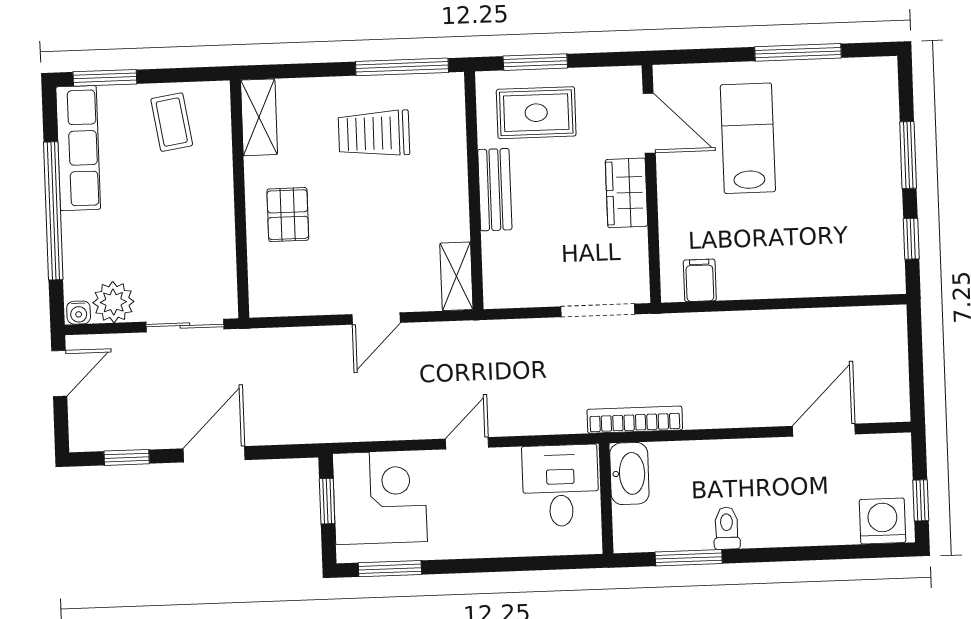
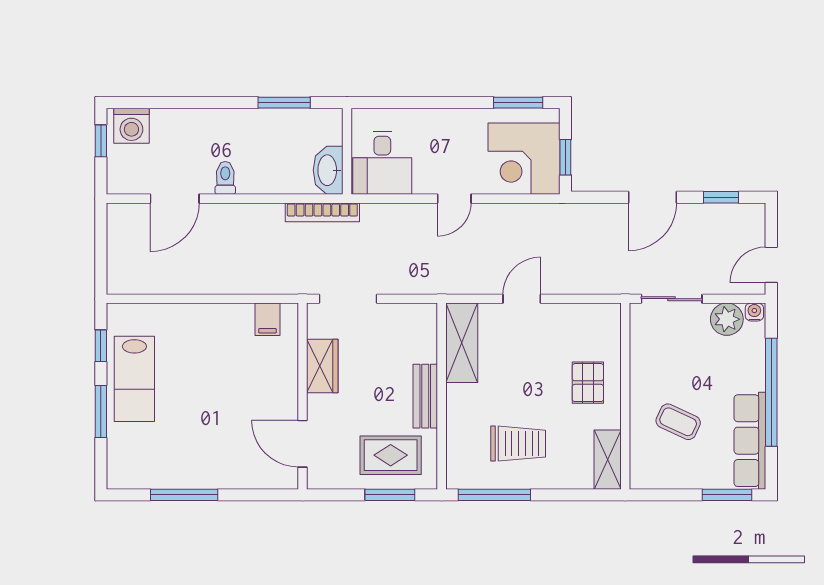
coffee table: (172, 122) -> (678, 422), moved, turned -56
lab bench: (748, 138) -> (134, 379), moved
wardrobe: (627, 193) -> (322, 366), moved
shelving: (456, 276) -> (462, 343), width x1.50, depth x1.33
toilet: (727, 528) -> (225, 178), moved, turned 180

